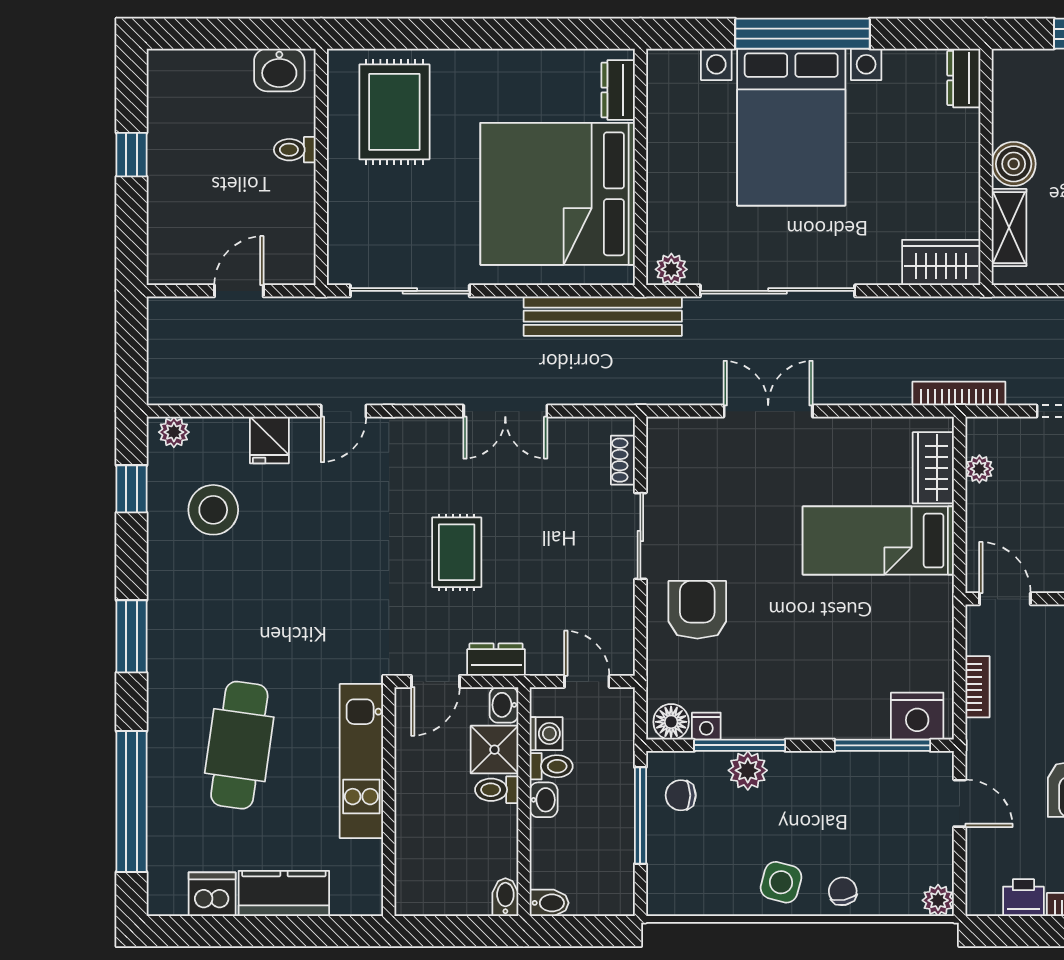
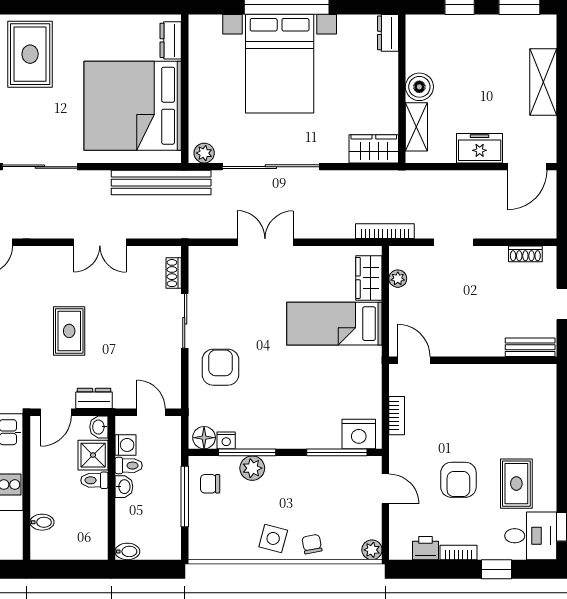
bidet: (505, 897) -> (42, 522), moved, turned 90

